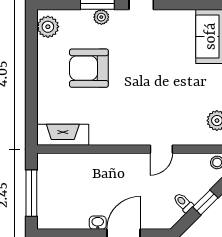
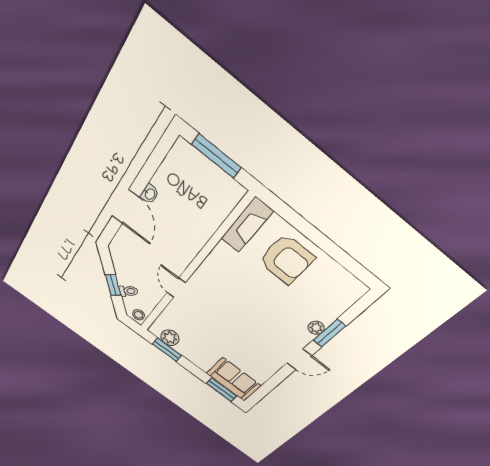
plant: (48, 27) -> (348, 286), removed
armchair: (89, 68) -> (286, 259), moved, turned 90
toilet: (183, 203) -> (128, 291), moved

